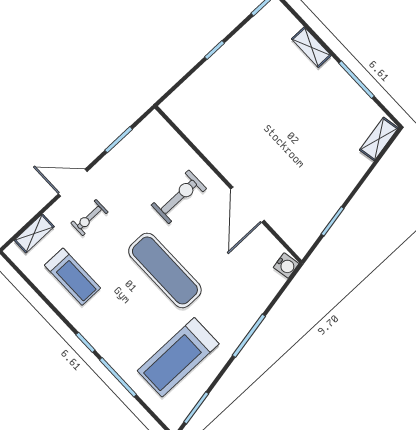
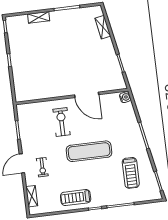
shelving: (379, 139) -> (103, 27), moved
treadmill: (72, 277) -> (76, 198), moved, turned 180
treadmill: (178, 357) -> (131, 173), width x0.73, depth x0.73

